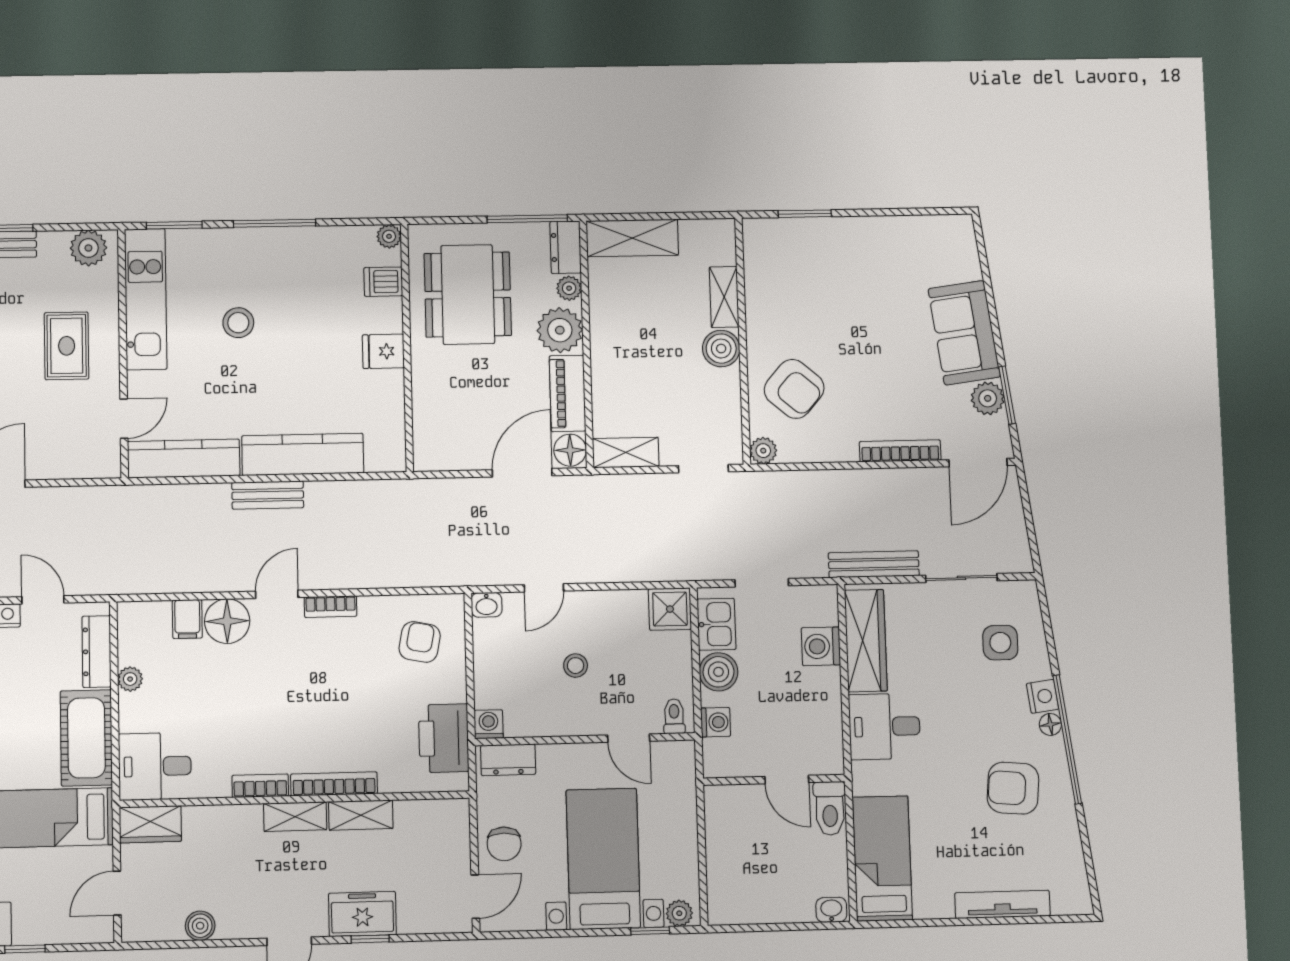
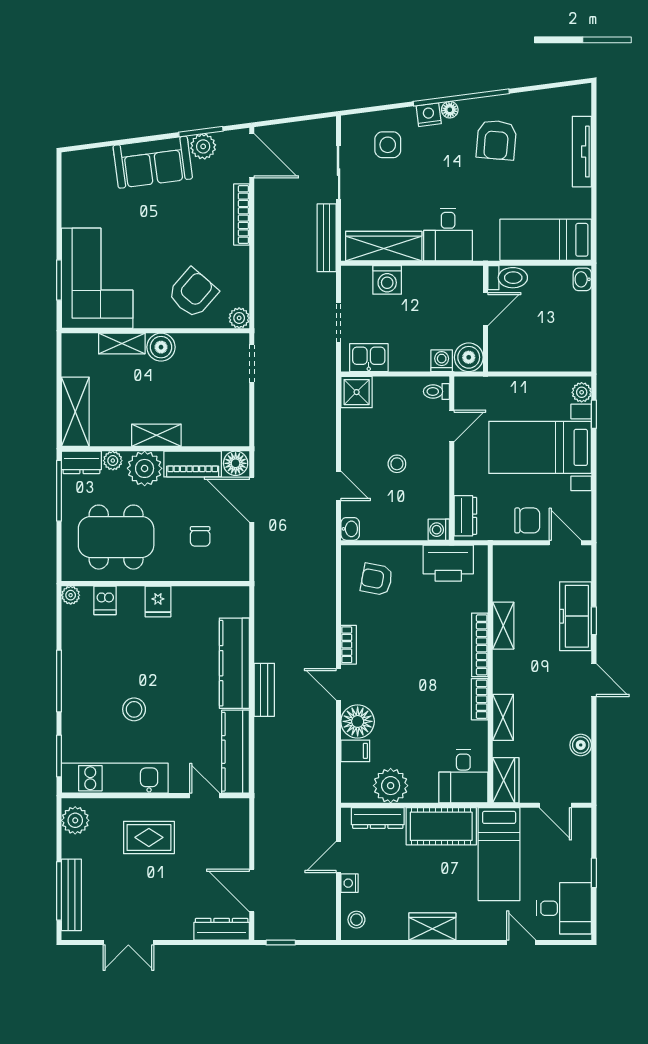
corner sofa: (809, 263) -> (97, 278), added
chair: (471, 405) -> (200, 536), added
shelving: (626, 453) -> (156, 435), moved, turned 90
boiler: (718, 672) -> (469, 357), moved
plant: (130, 679) -> (391, 786), width x1.88, depth x1.88
shelving: (295, 817) -> (503, 717), moved
freezer: (362, 914) -> (576, 616), width x1.40

